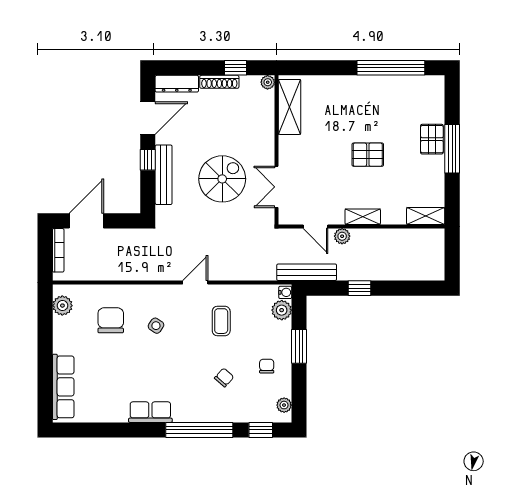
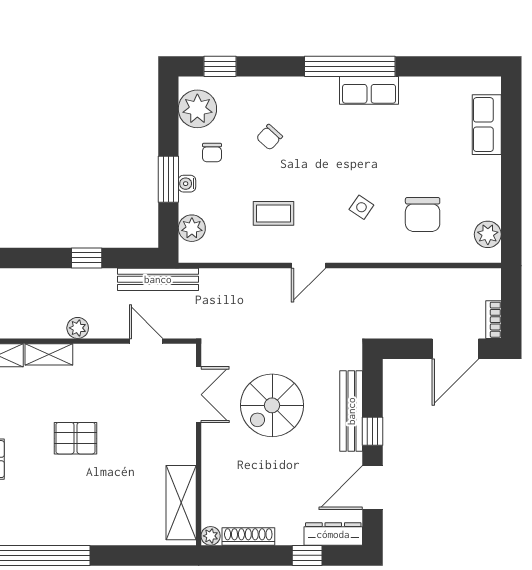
window: (236, 68) -> (307, 555), moved
shoe rack: (219, 82) -> (248, 536), moved
shelving: (363, 217) -> (49, 354), moved
plant: (342, 236) -> (78, 328), moved
bookcase: (58, 250) -> (494, 320), width x0.64
water cooler: (285, 292) -> (187, 184), moved
coffee table: (221, 321) -> (273, 213), turned 90
row of seats: (63, 387) -> (487, 125), width x0.68
plant: (284, 405) -> (197, 109), width x1.88, depth x1.88
window: (199, 430) -> (350, 66), moved

